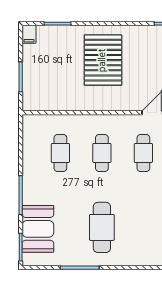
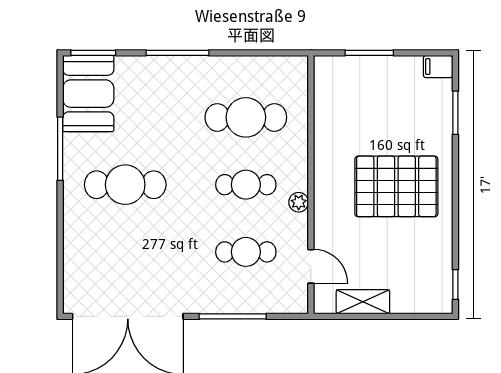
plant: (113, 120) -> (299, 202), added
cafe table: (60, 153) -> (246, 117), width x1.37, depth x1.35
booth: (38, 229) -> (88, 94), moved, turned 90

